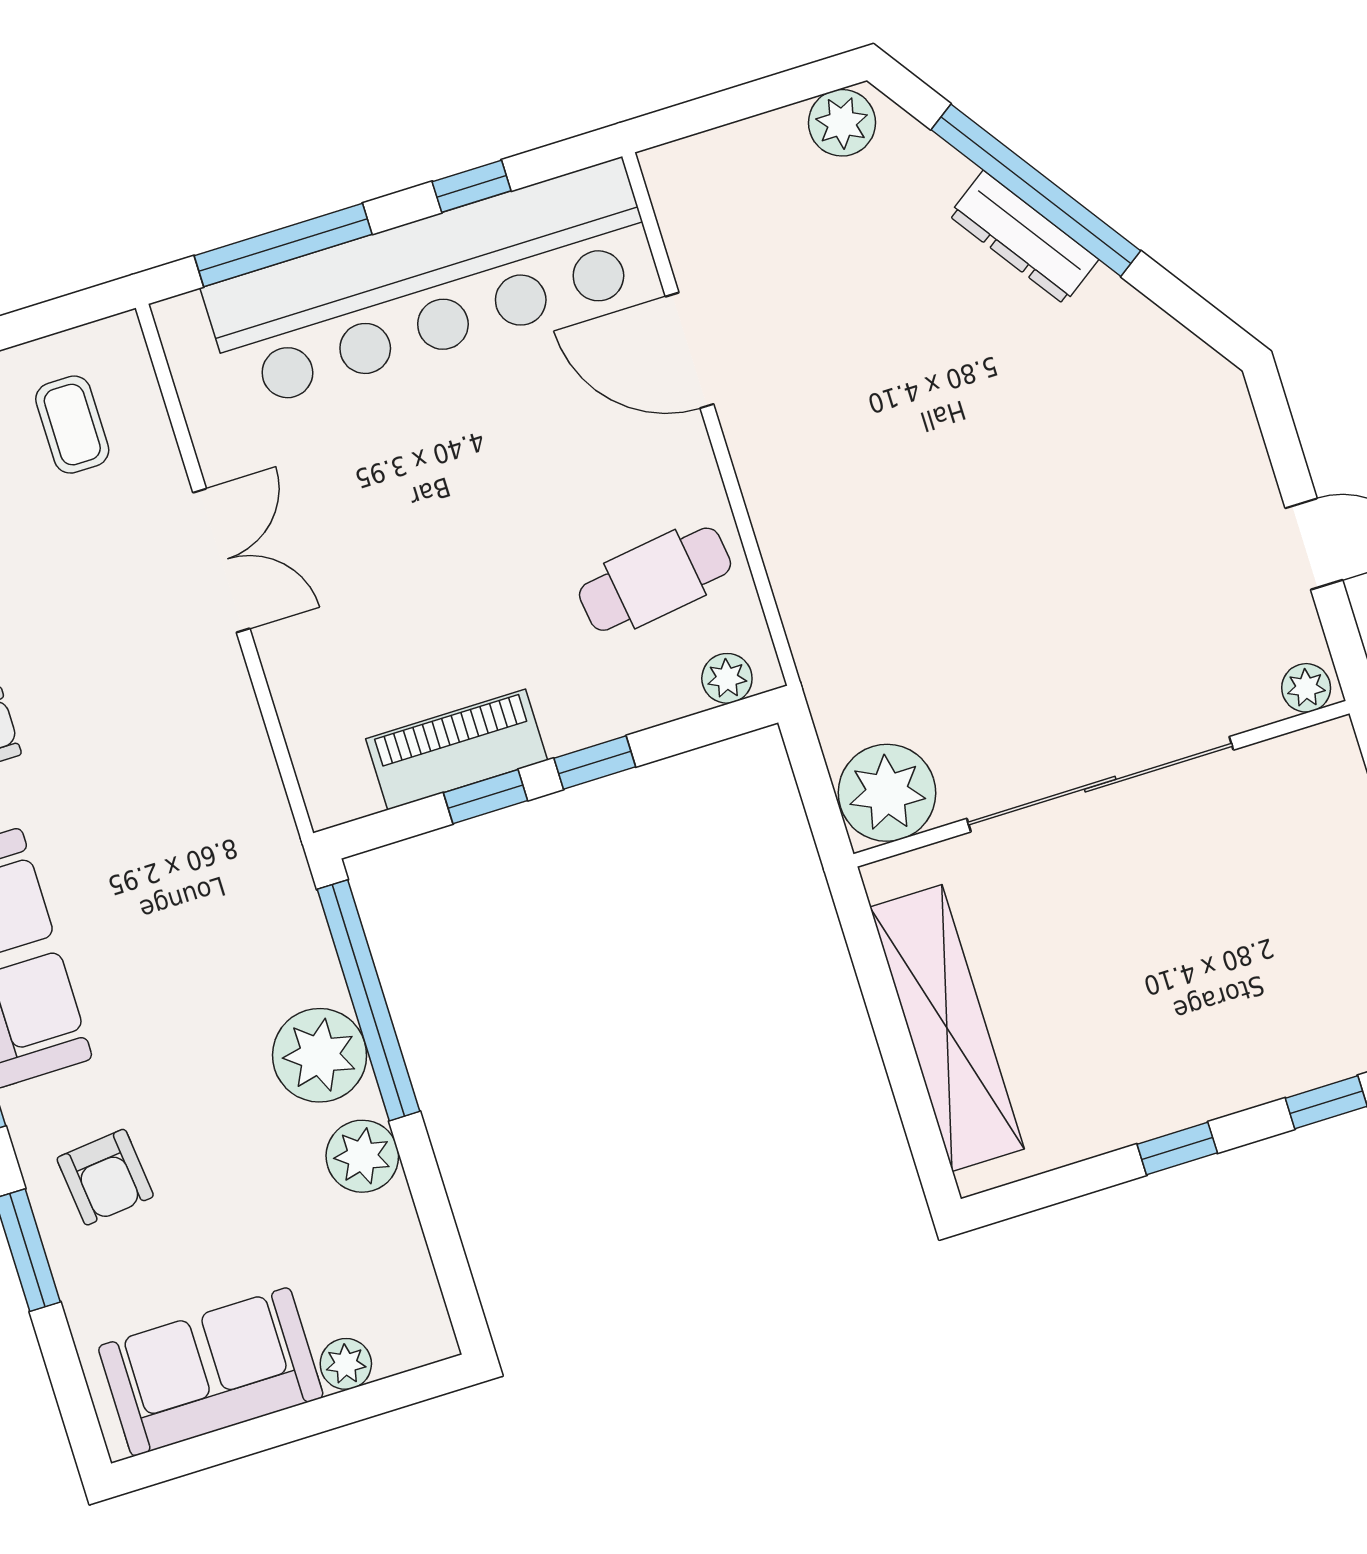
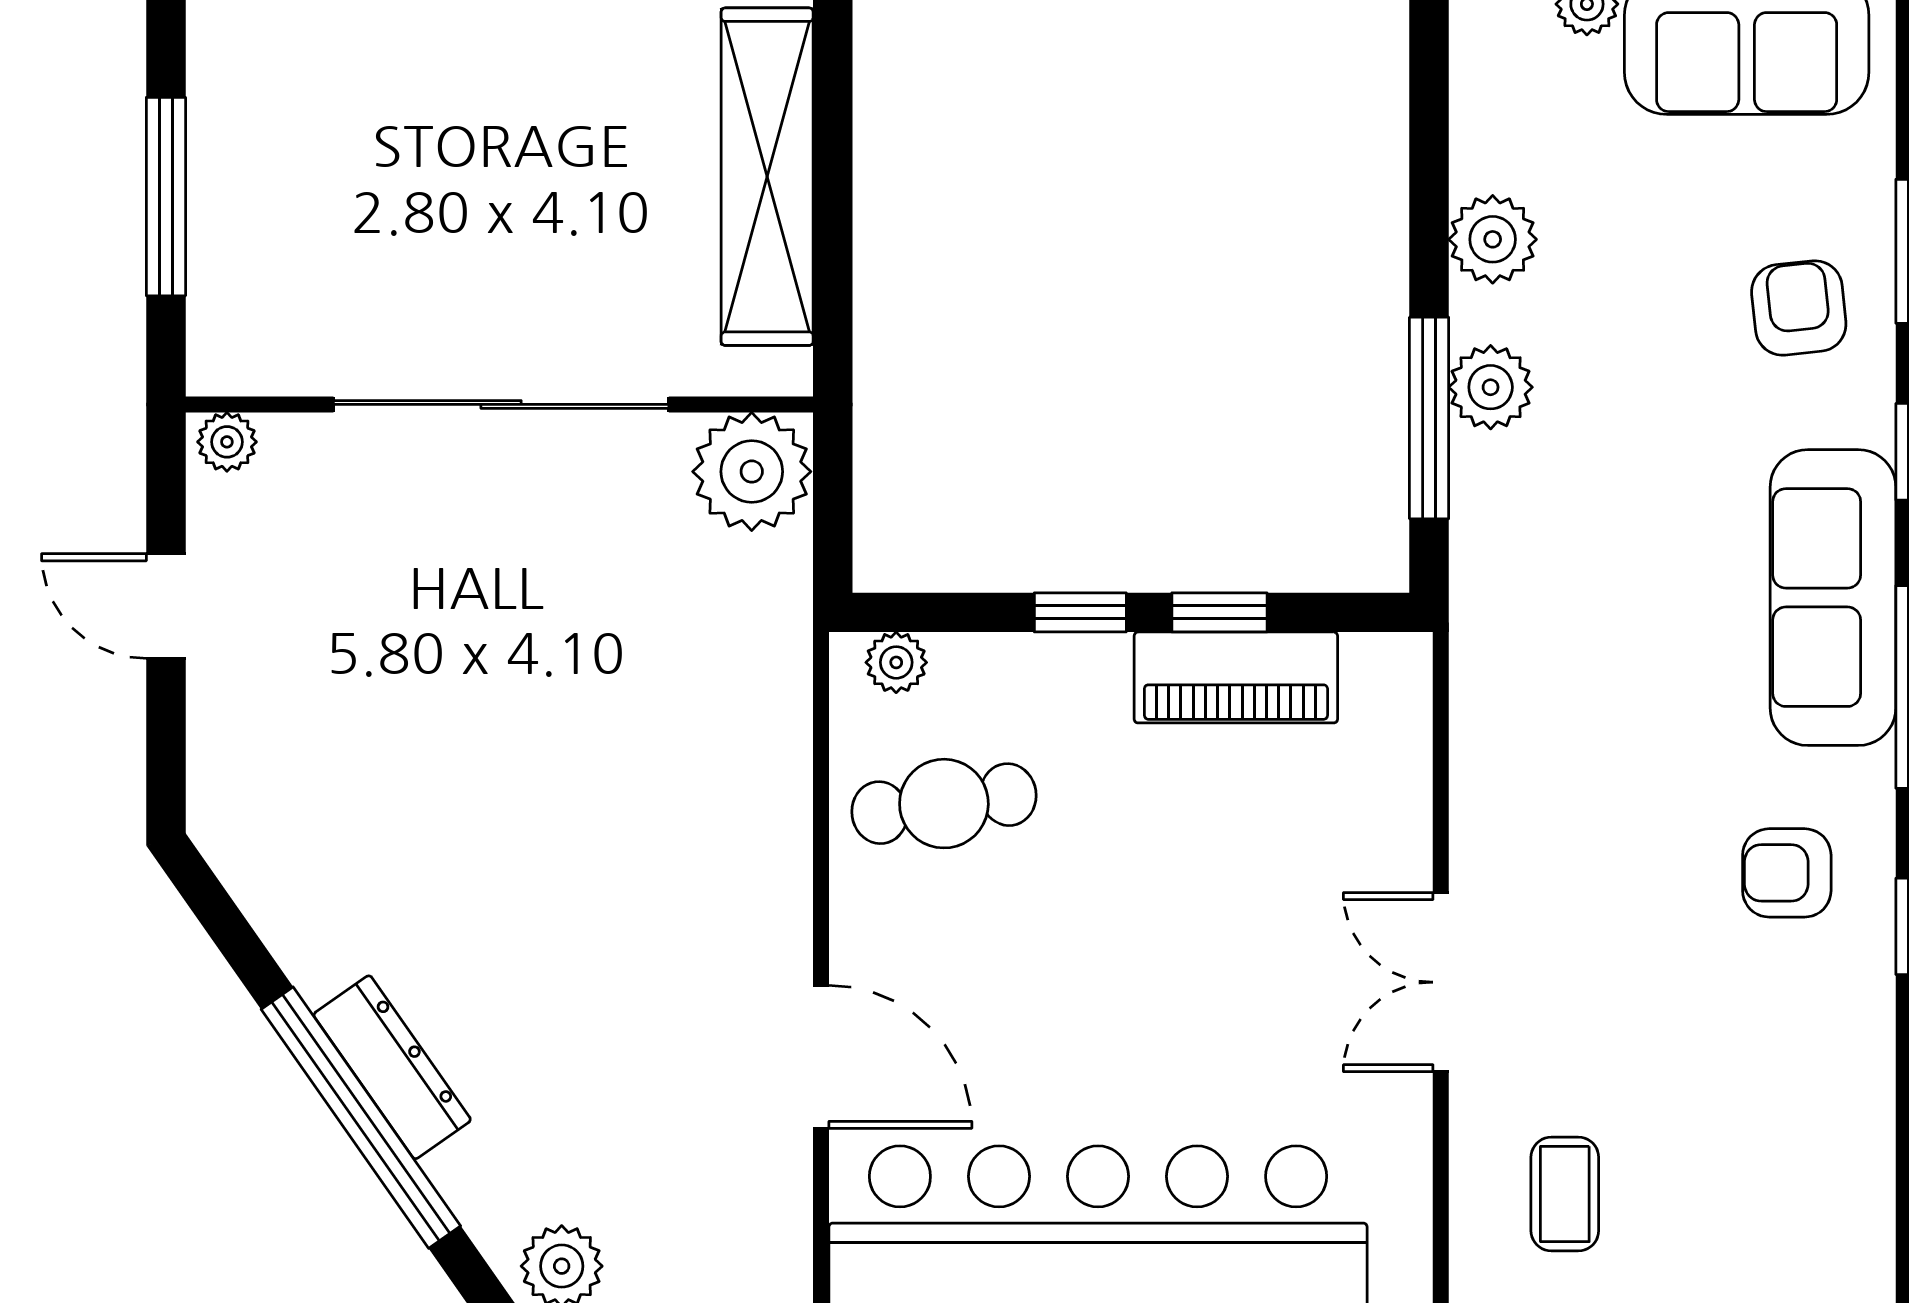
window: (369, 1000) -> (1429, 418), width x0.68
plant: (320, 1055) -> (1491, 387), width x0.73, depth x0.73

